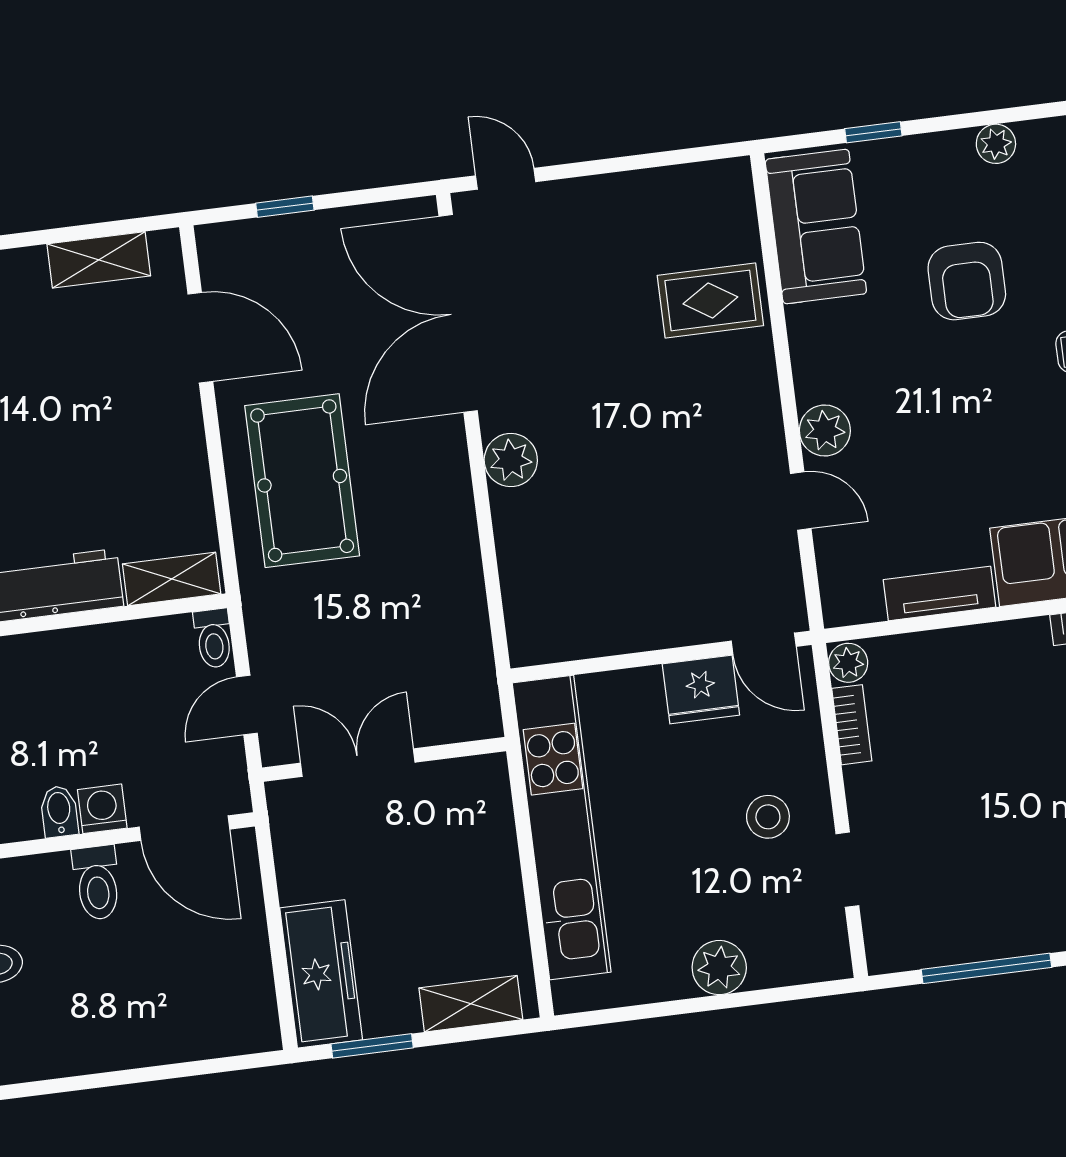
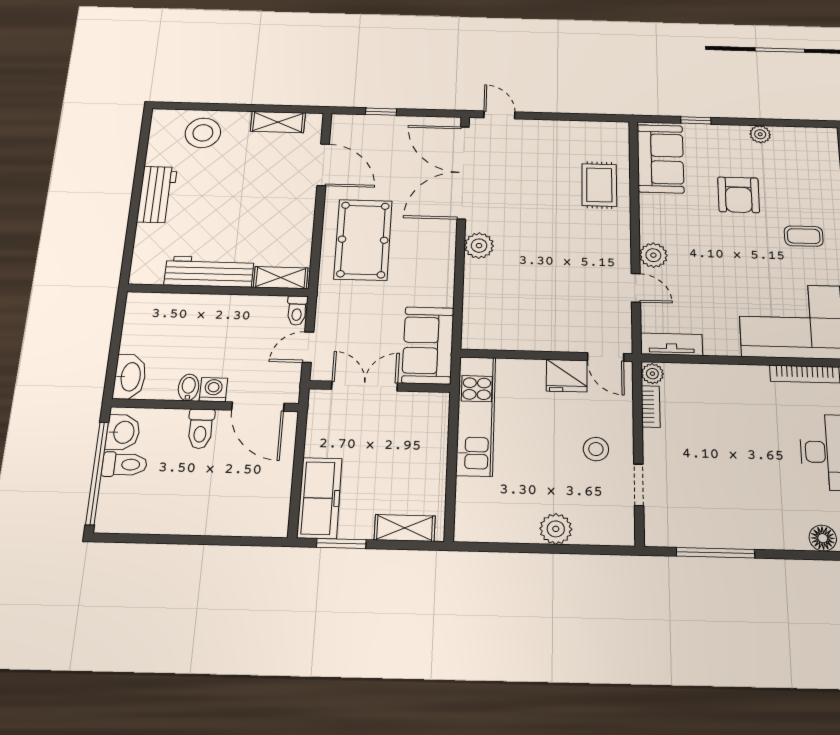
rug: (710, 300) -> (599, 185), turned 90
tv unit: (939, 593) -> (672, 344), moved
sofa: (453, 669) -> (428, 345), added
kitchen unit: (562, 827) -> (476, 416), width x0.73

